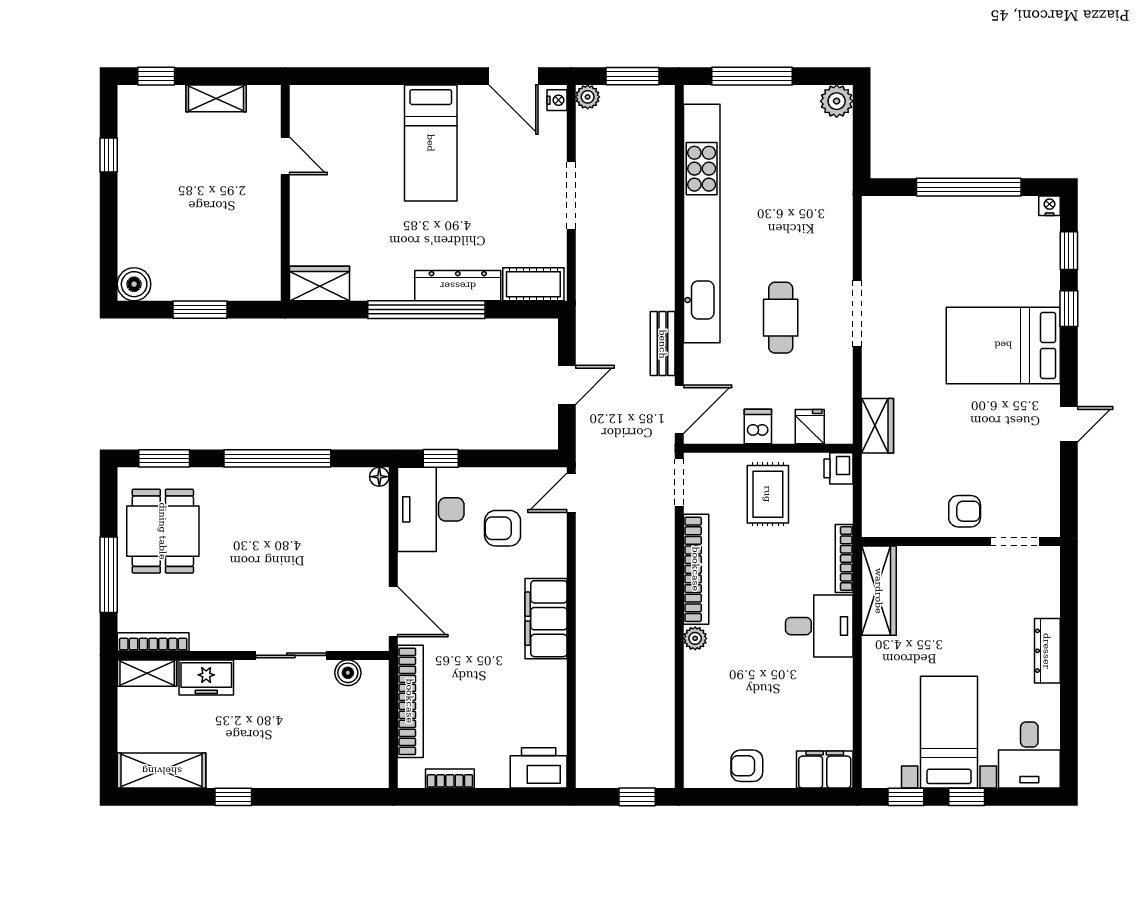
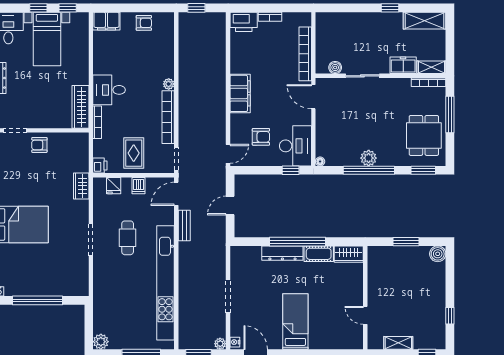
cot: (533, 284) -> (319, 254), moved
plant: (278, 484) -> (369, 158), added
bookcase: (450, 779) -> (270, 17), moved

